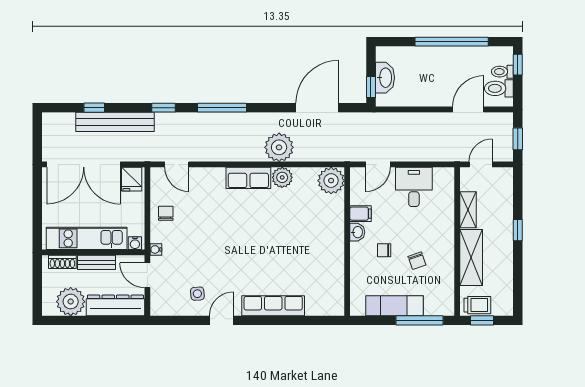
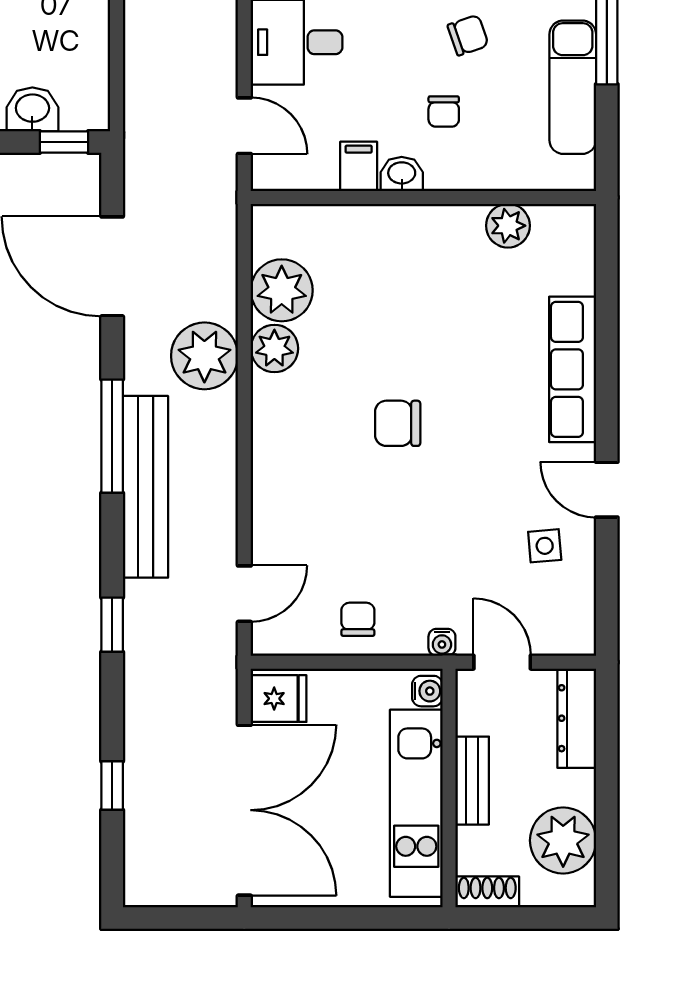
washbasin: (385, 78) -> (32, 109), width x0.72
window: (222, 108) -> (112, 436), moved
bench: (115, 122) -> (145, 487), moved
row of seats: (248, 178) -> (275, 427), removed
plant: (331, 181) -> (282, 290), moved
chair: (166, 213) -> (358, 619), turned 90
chair: (250, 230) -> (398, 423), added
shoe rack: (62, 262) -> (487, 892), moved, turned -90
door: (147, 275) -> (502, 662), swing flipped
plant: (335, 278) -> (508, 226), added
dresser: (115, 305) -> (577, 718), width x0.73, depth x0.80

